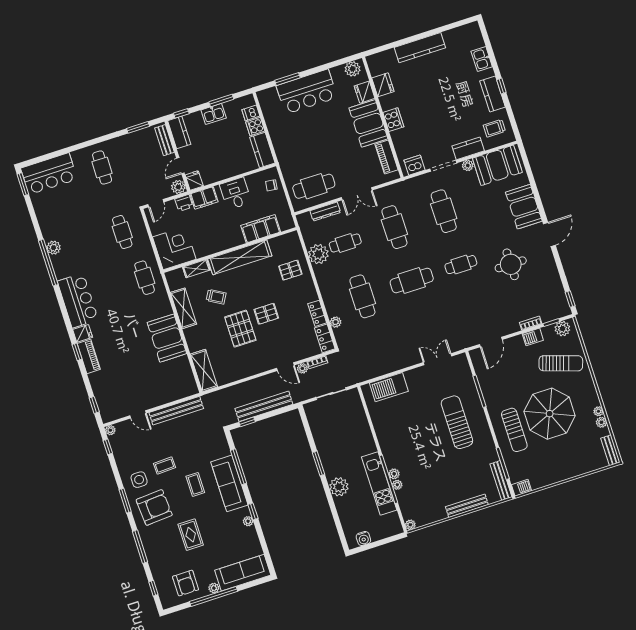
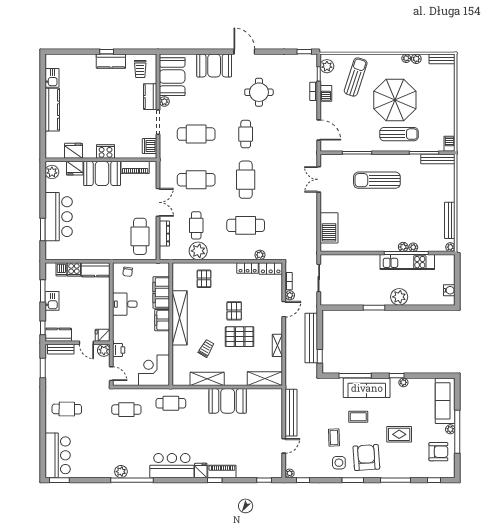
kitchen sink: (482, 59) -> (52, 78), moved, turned -90
filing cabinet: (204, 198) -> (162, 320), moved, turned 180
shelving: (196, 269) -> (277, 345), moved
bench: (467, 506) -> (450, 220), moved

